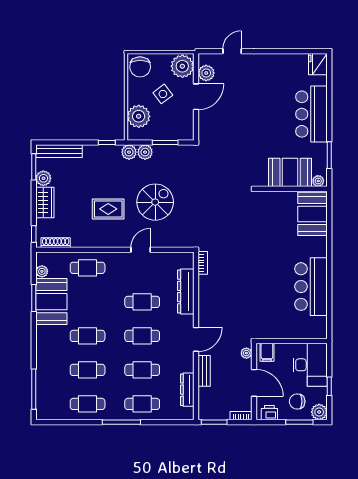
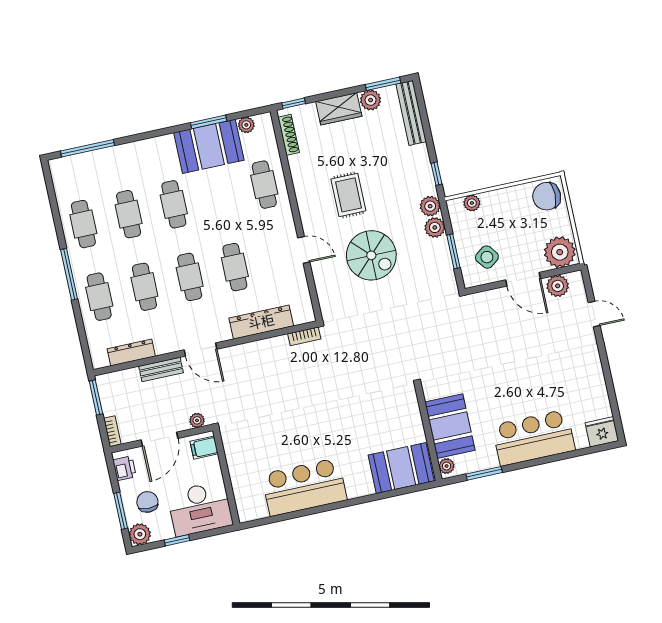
side table: (163, 94) -> (487, 257), moved
plant: (139, 116) -> (472, 203), width x0.53, depth x0.53

